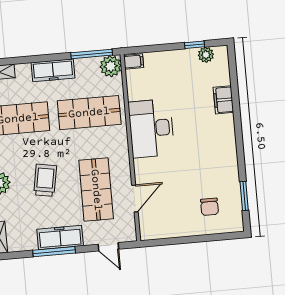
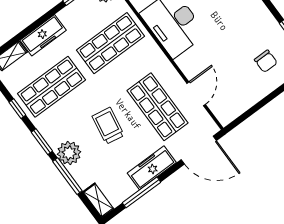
freezer: (53, 70) -> (43, 35), moved
door: (108, 247) -> (199, 150), width x1.88
window: (54, 252) -> (142, 192), moved

